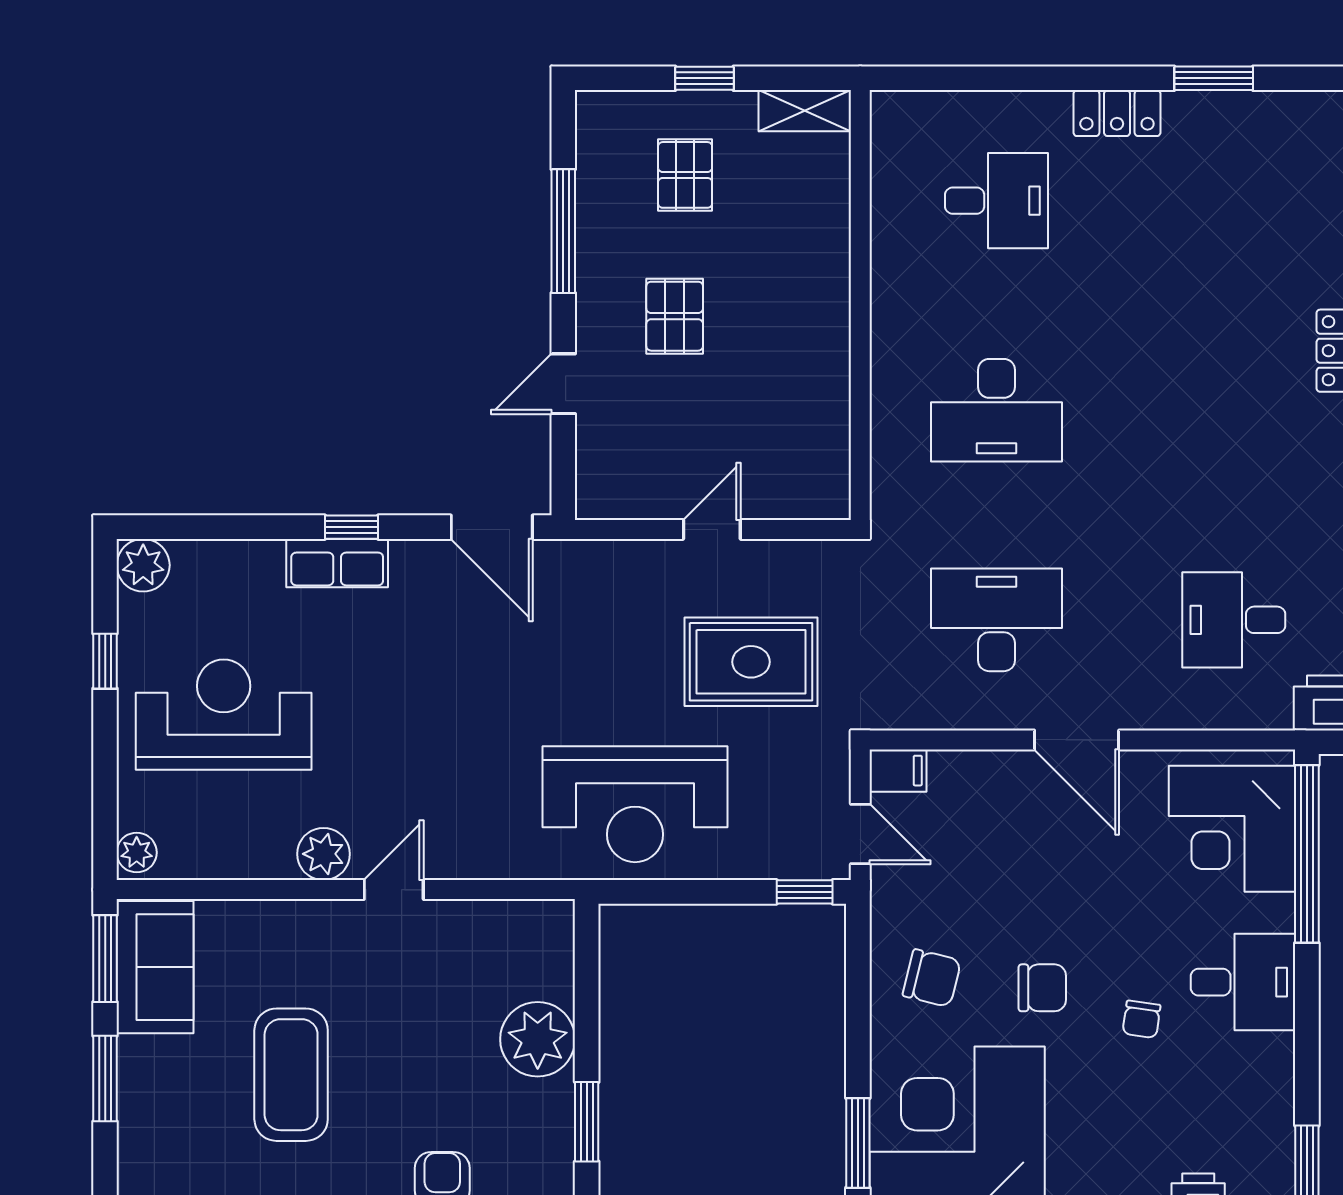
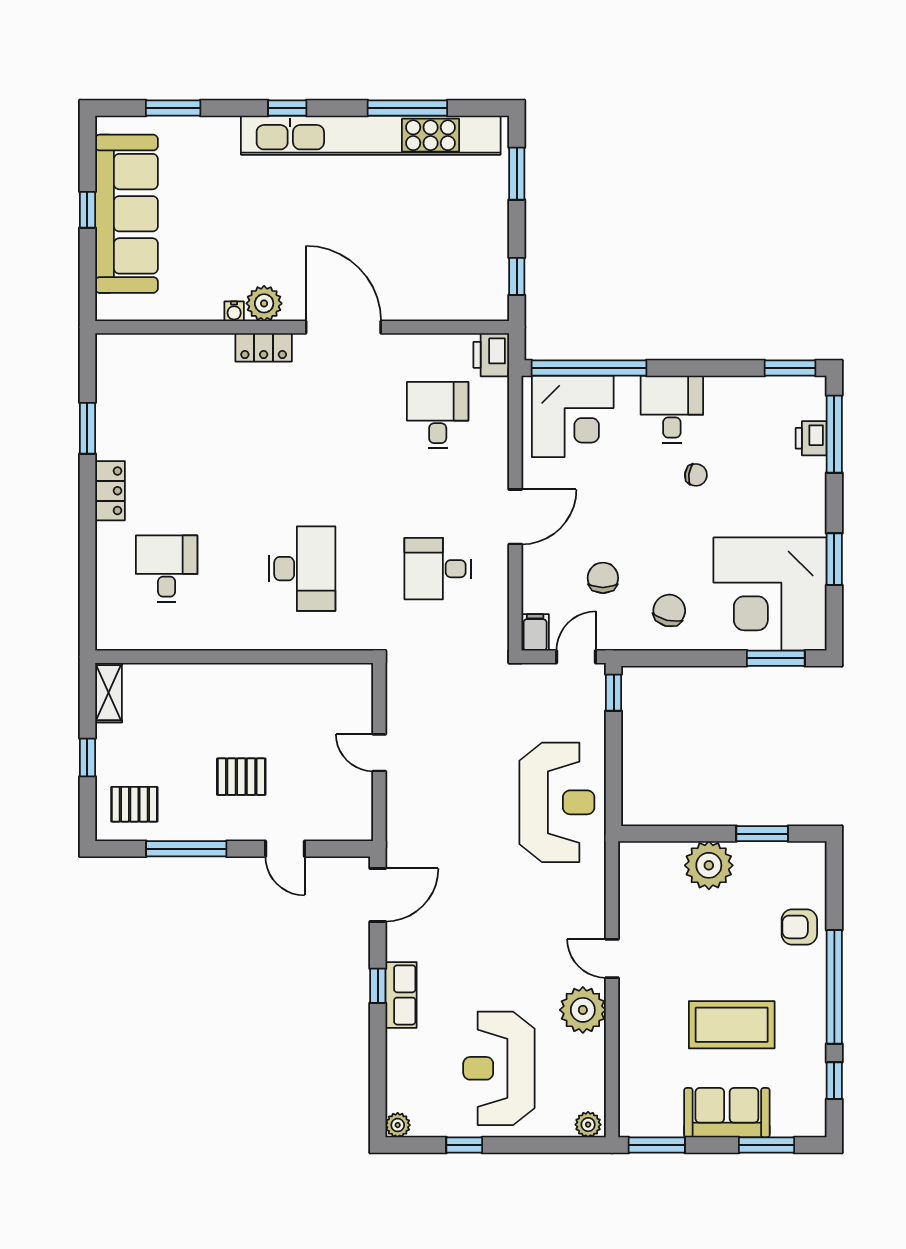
pallet: (685, 175) -> (134, 804), moved
plant: (143, 565) -> (398, 1125), width x0.73, depth x0.73
desk: (996, 620) -> (438, 569), width x0.73
desk: (1234, 620) -> (438, 415), turned 180
rug: (751, 662) -> (465, 727), removed
plant: (324, 854) -> (583, 1010), width x1.36, depth x1.36
sofa: (155, 967) -> (727, 1113), moved
chair: (1042, 988) -> (603, 578), moved
window: (105, 1079) -> (766, 1145), moved

